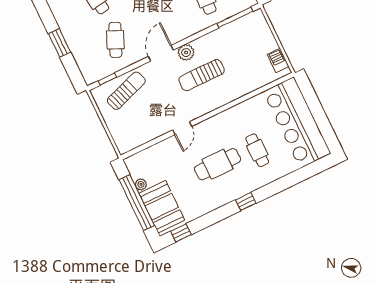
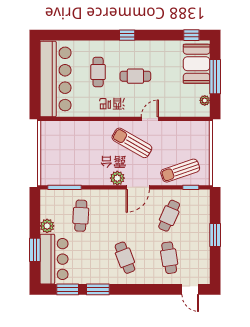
barbecue: (278, 60) -> (47, 136), removed
sun lounger: (202, 75) -> (132, 143), moved, turned -150
cafe table: (218, 164) -> (135, 76), width x0.73, depth x0.74
plant: (141, 184) -> (205, 100), moved
window: (137, 203) -> (215, 77), width x0.68

